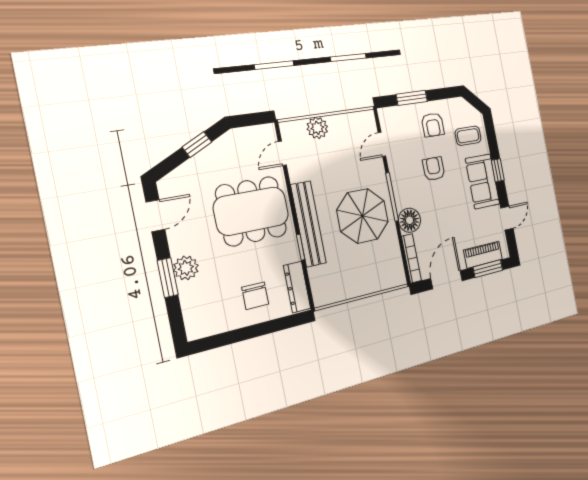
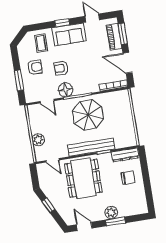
floor lamp: (410, 220) -> (66, 90), moved

